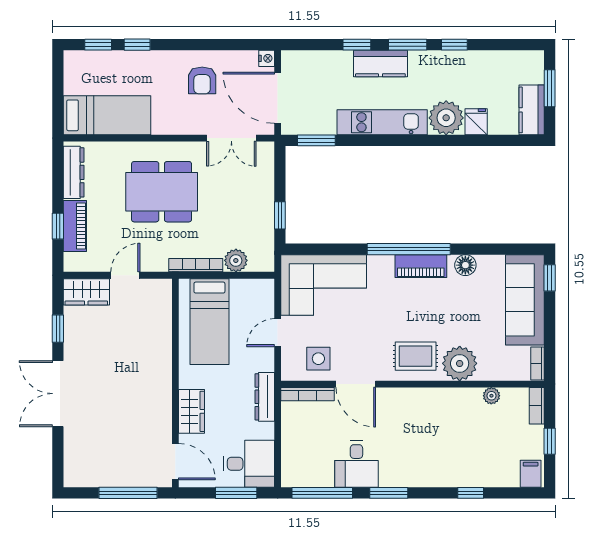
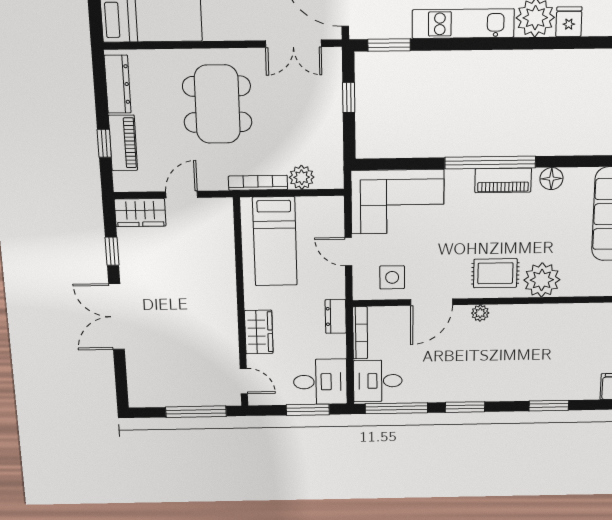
dining table: (162, 192) -> (217, 104), turned 90
window: (280, 215) -> (349, 98), moved
door: (278, 333) -> (348, 252), hinge flipped
door: (356, 384) -> (432, 302), hinge flipped
bookcase: (308, 394) -> (360, 333), moved, turned -90
plant: (491, 396) -> (480, 313), moved
dresser: (265, 397) -> (336, 316), width x0.70
door: (175, 462) -> (244, 381), width x0.73
desk: (356, 464) -> (378, 381), moved, turned 90
window: (471, 493) -> (549, 406), width x1.50

